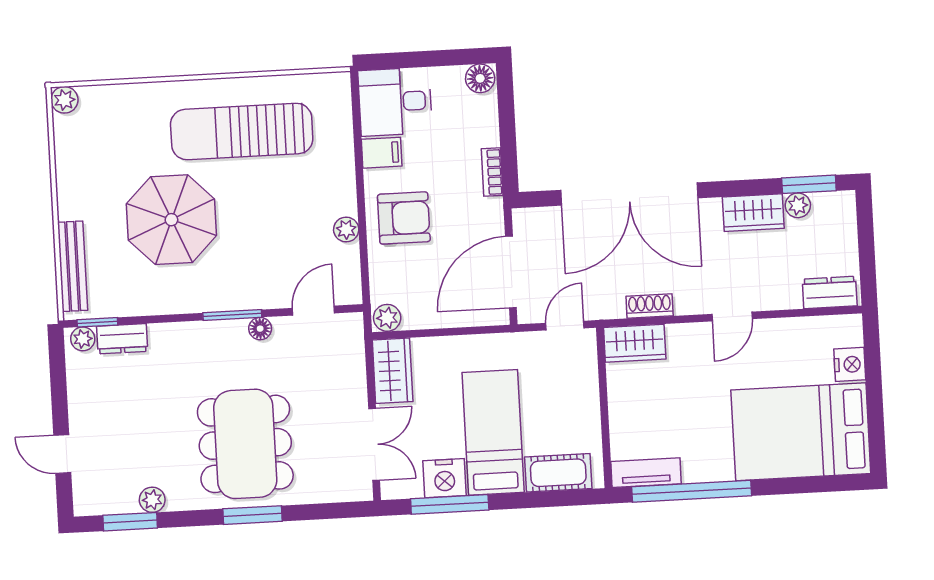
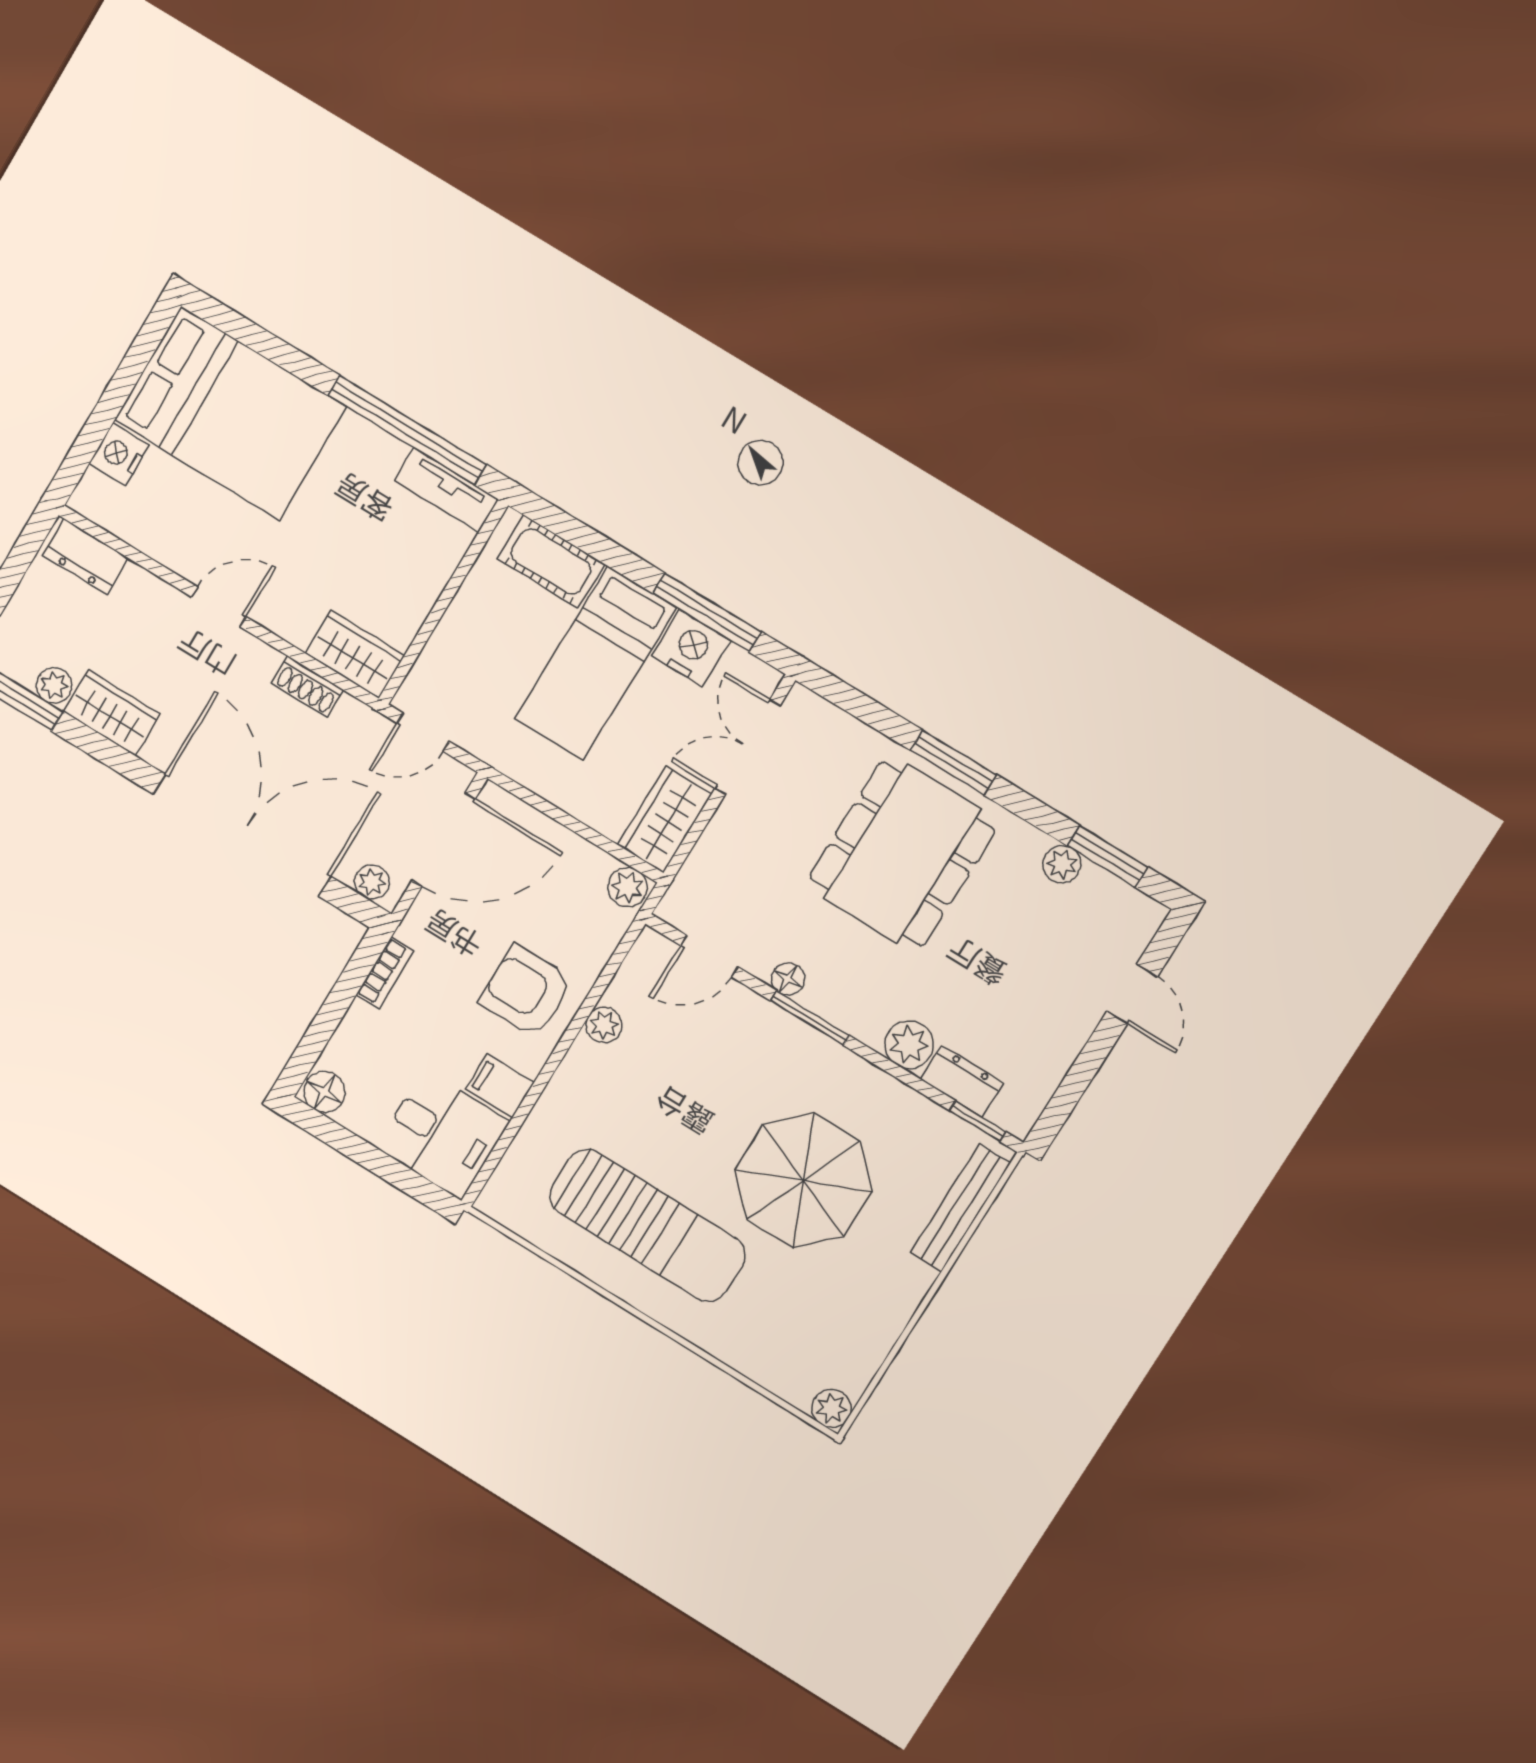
plant: (536, 219) -> (372, 882), added
plant: (83, 339) -> (909, 1045), moved, width x1.38, depth x1.38

